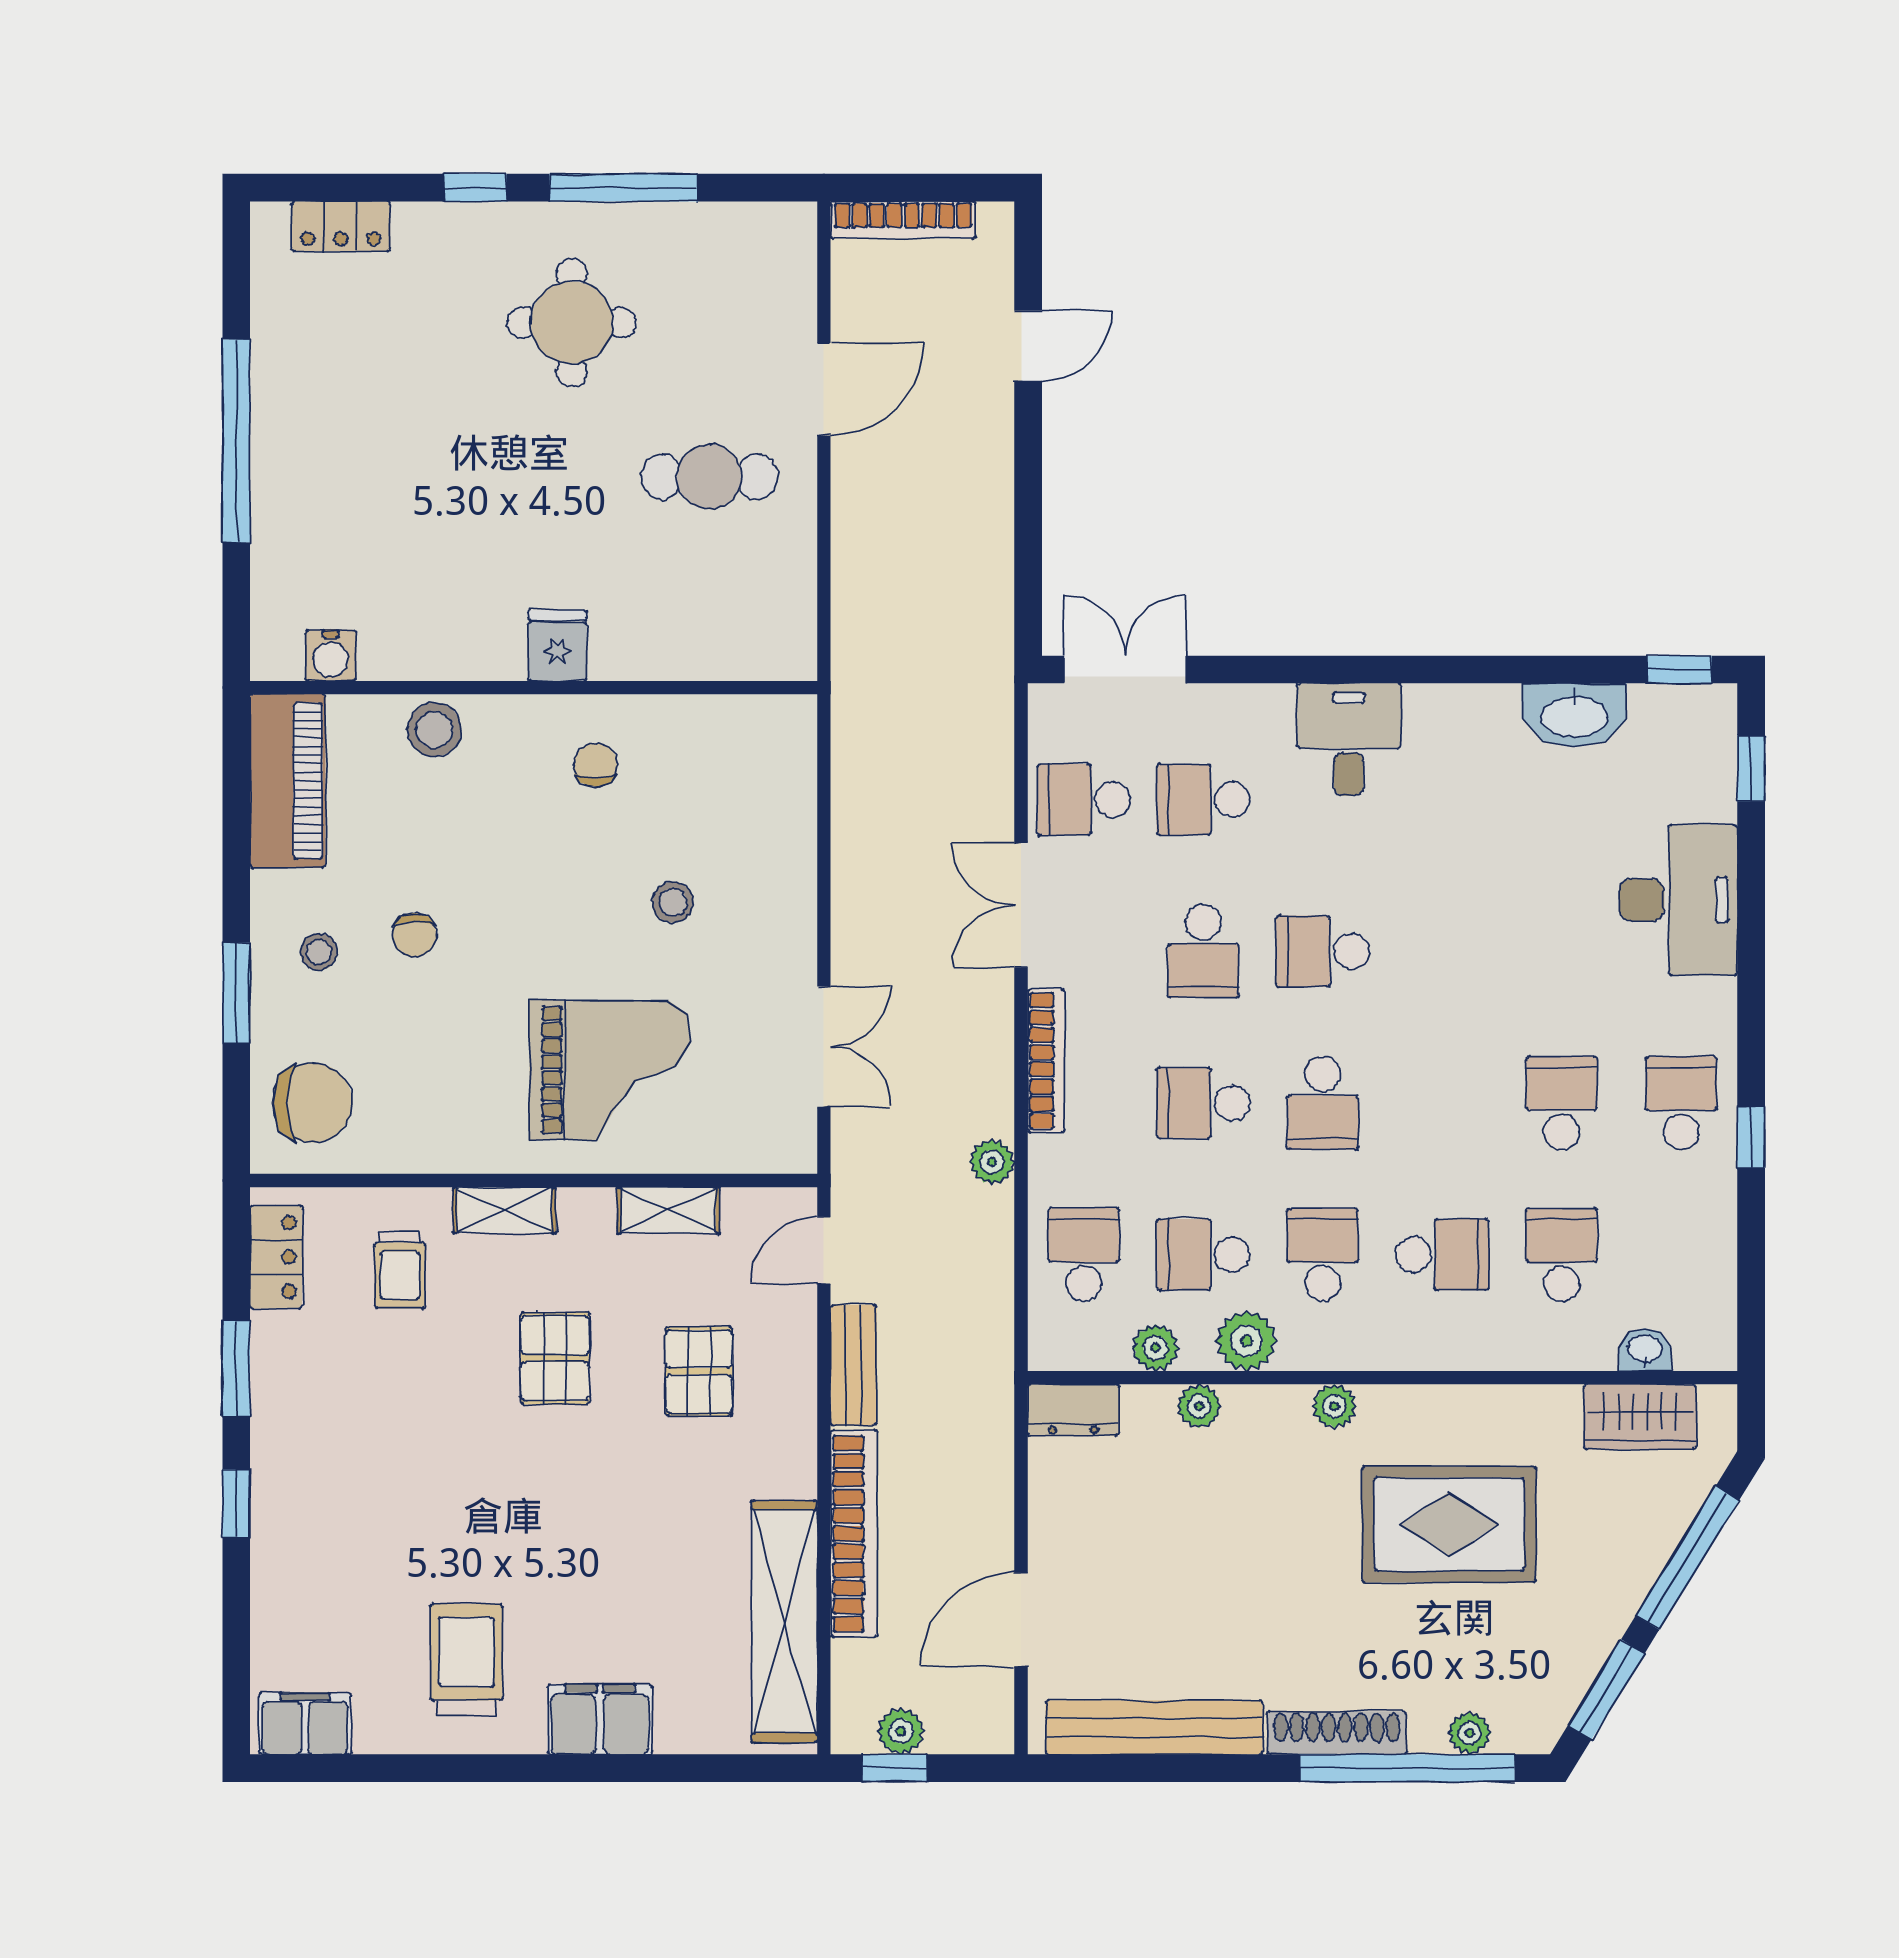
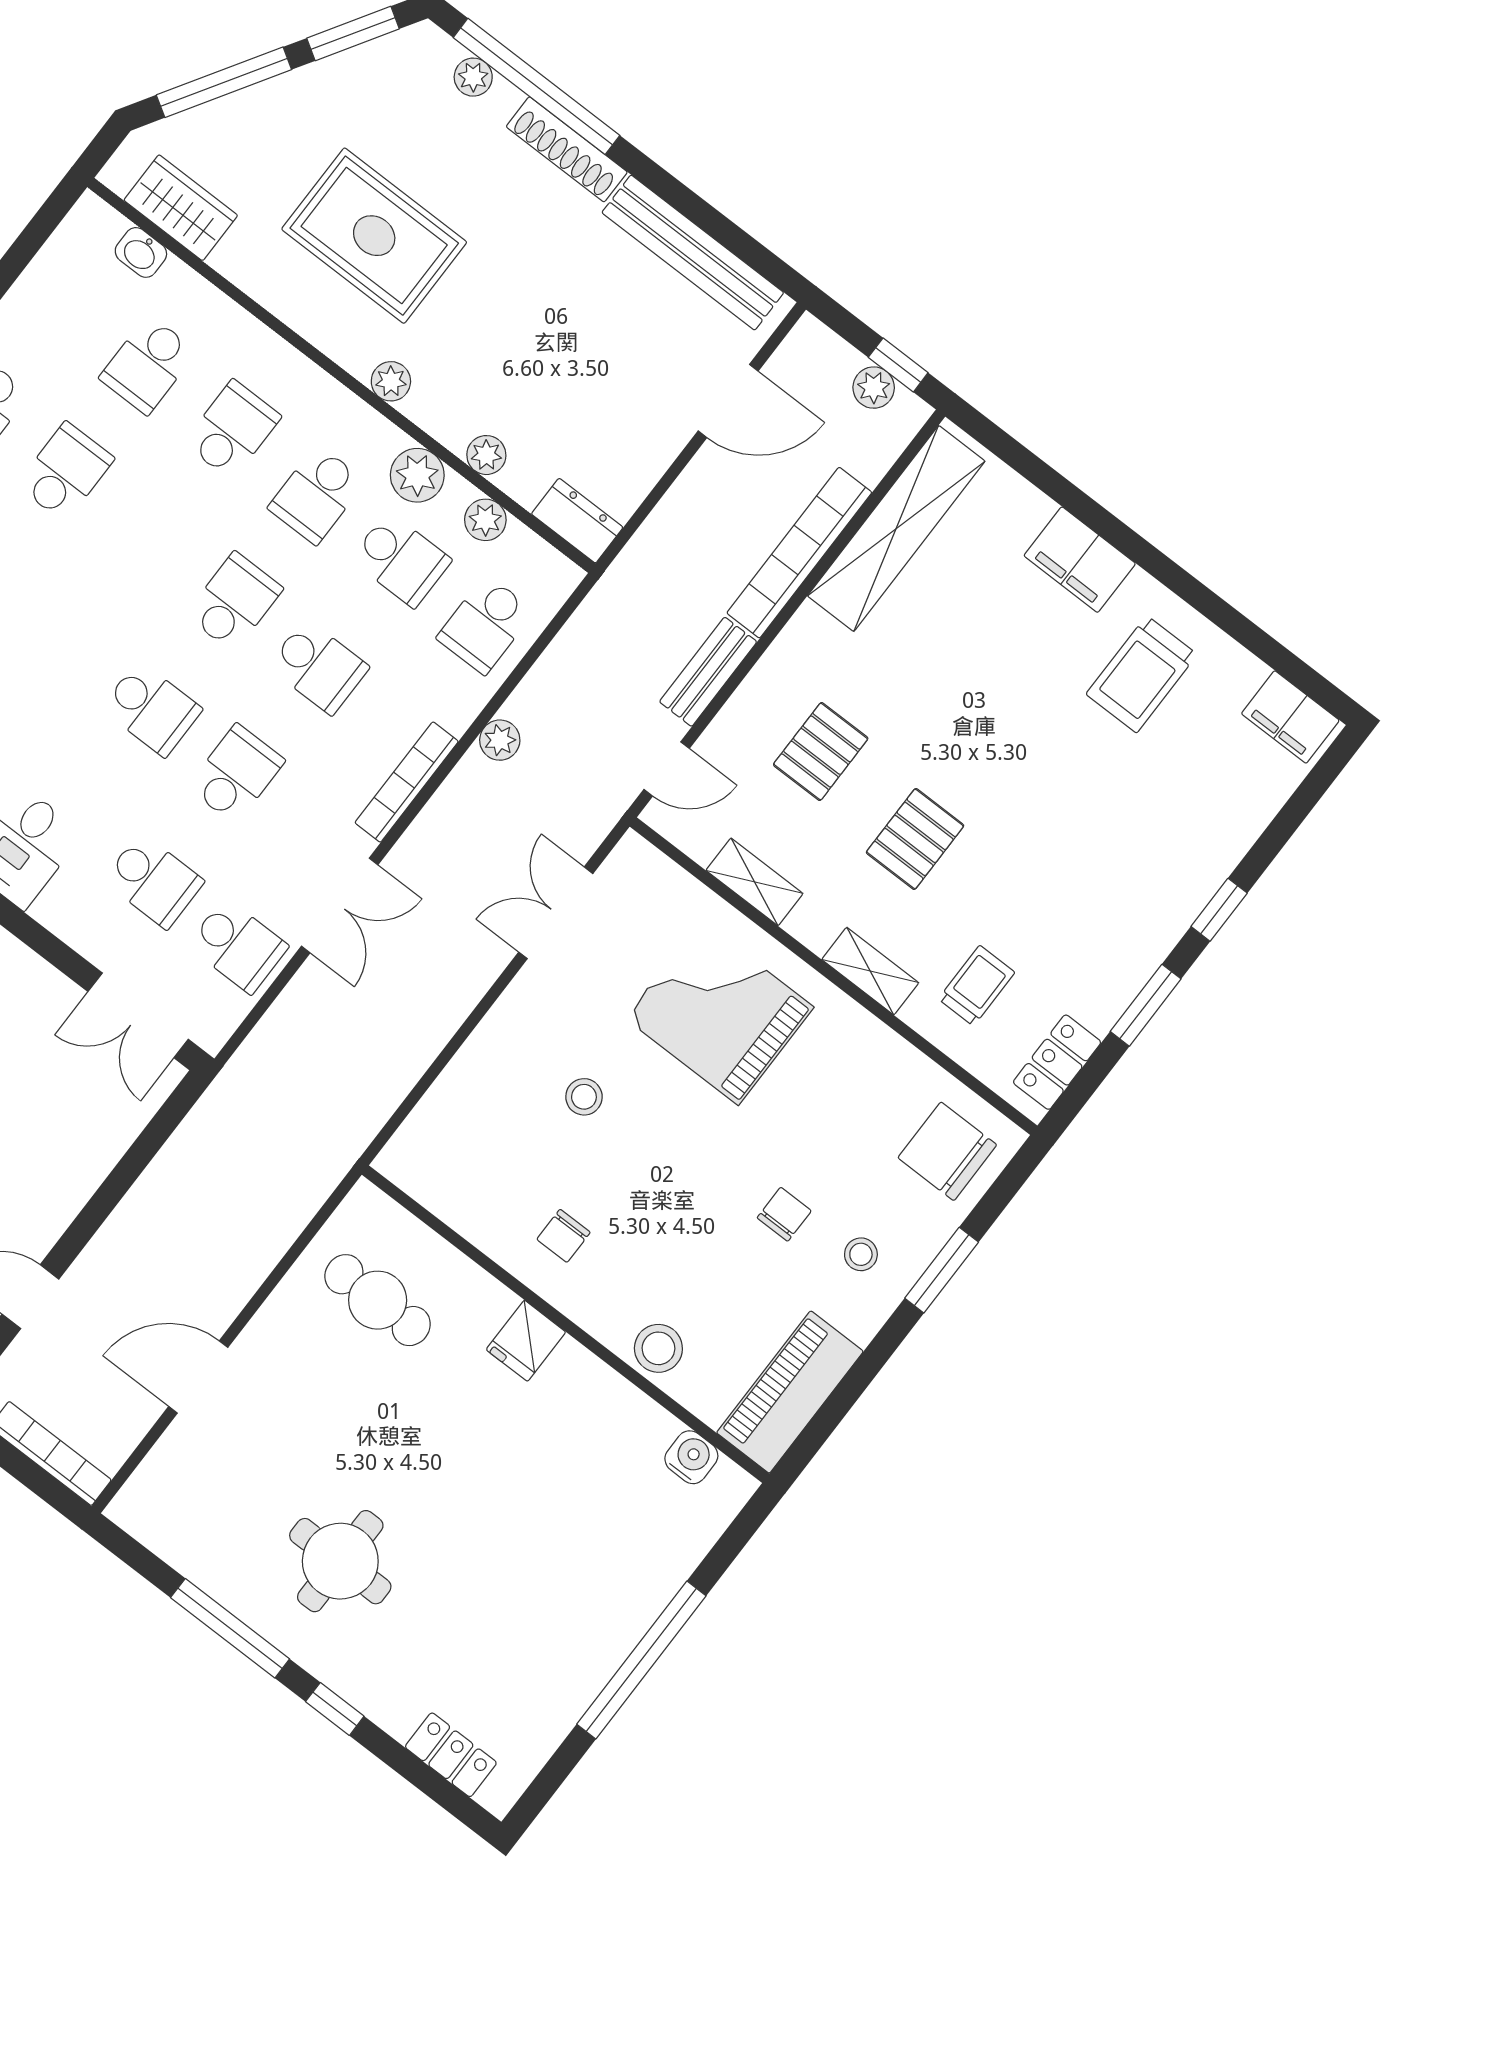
cafe table: (709, 477) -> (378, 1300), moved
school desk: (1562, 1103) -> (65, 472), turned 180
school desk: (1442, 1255) -> (232, 430), turned 90

